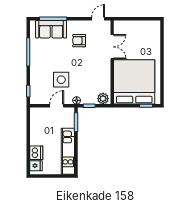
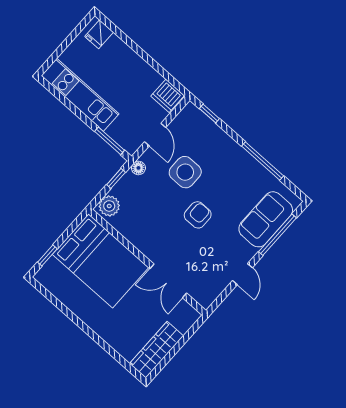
door: (98, 19) -> (242, 274), moved
wardrobe: (145, 26) -> (156, 350), added
armchair: (79, 41) -> (198, 215), moved
bed: (134, 82) -> (101, 261), width x0.73
dishwasher: (36, 153) -> (168, 96), moved

